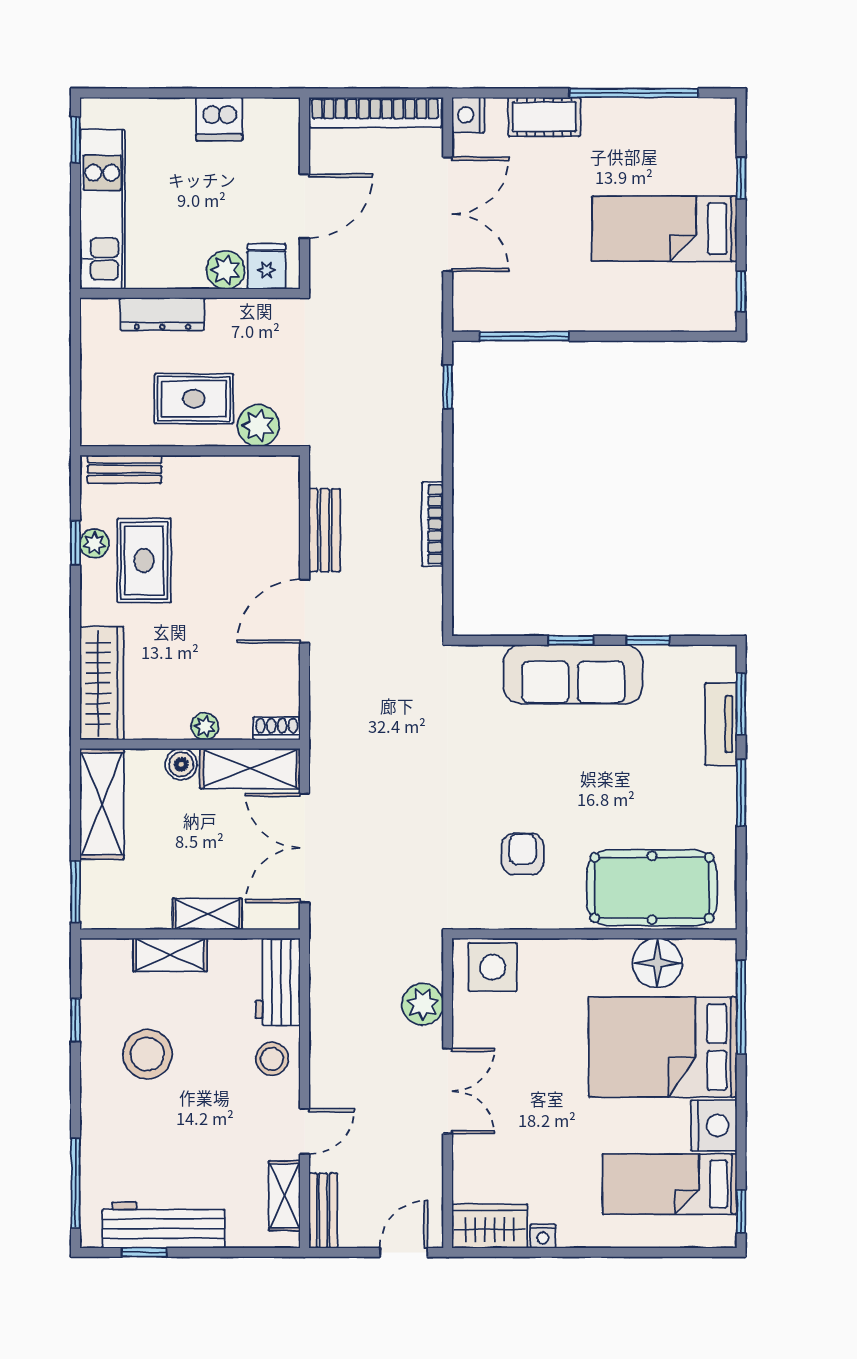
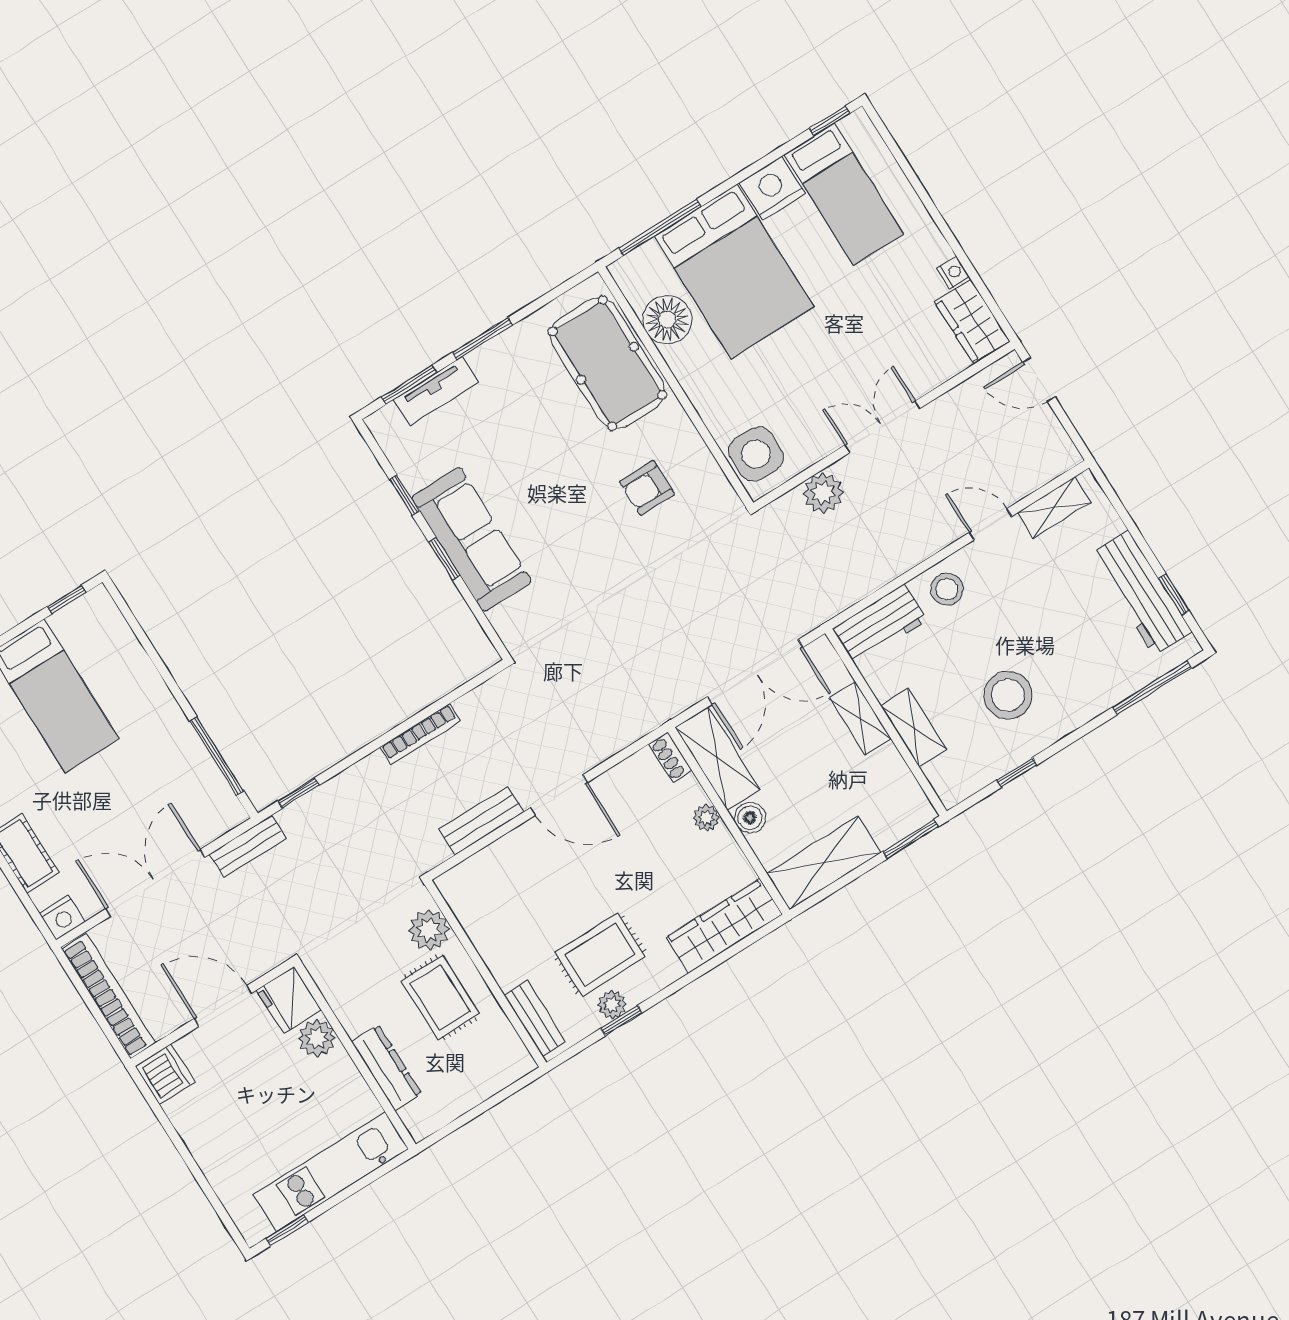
dishwasher: (219, 119) -> (165, 1074), moved
fridge: (267, 266) -> (289, 1000), width x1.38
bench: (323, 1211) -> (248, 846), moved

